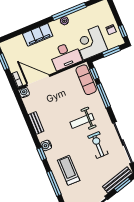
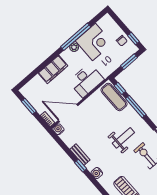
corner desk: (91, 43) -> (94, 42), moved, turned 180
weight bench: (82, 121) -> (123, 138), turned 180
window: (42, 154) -> (81, 166), moved

